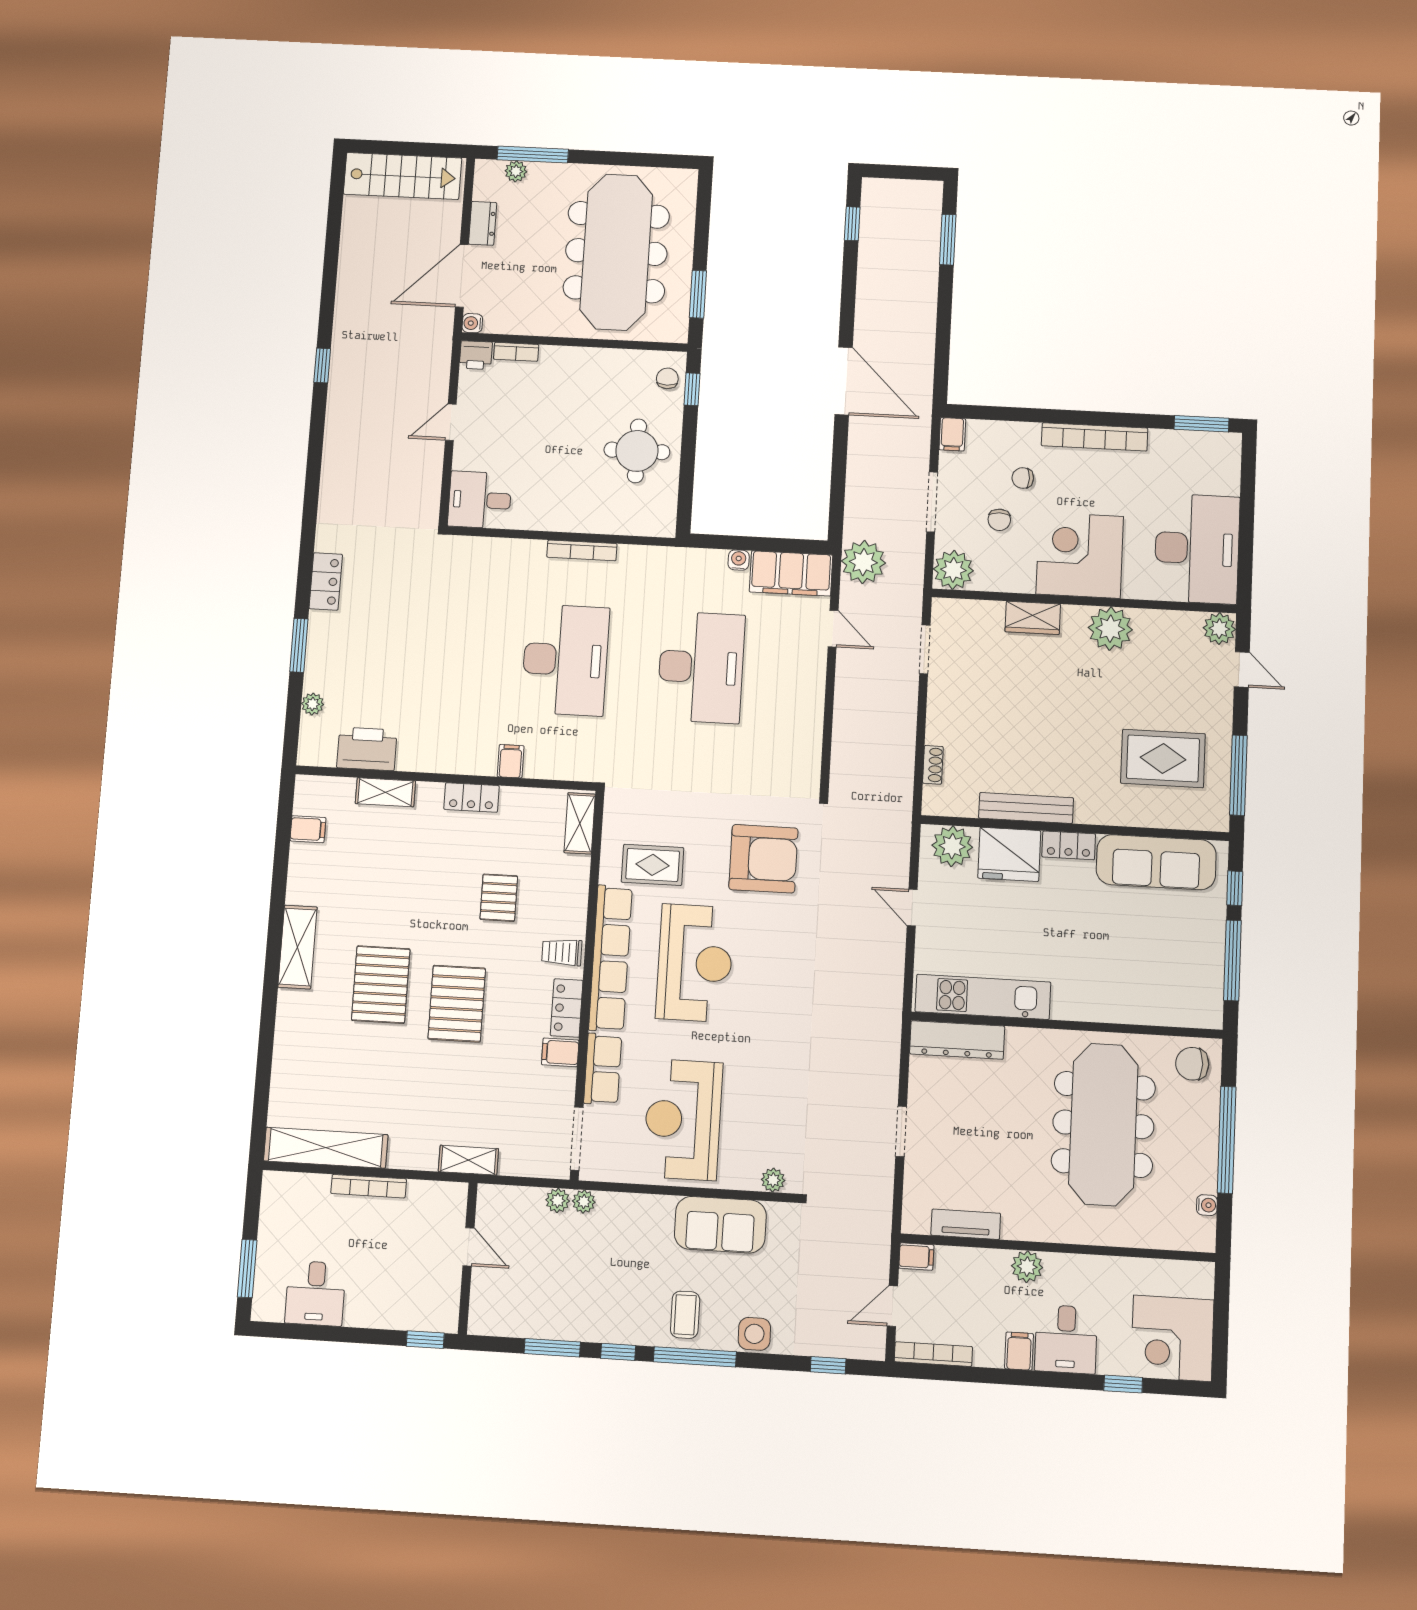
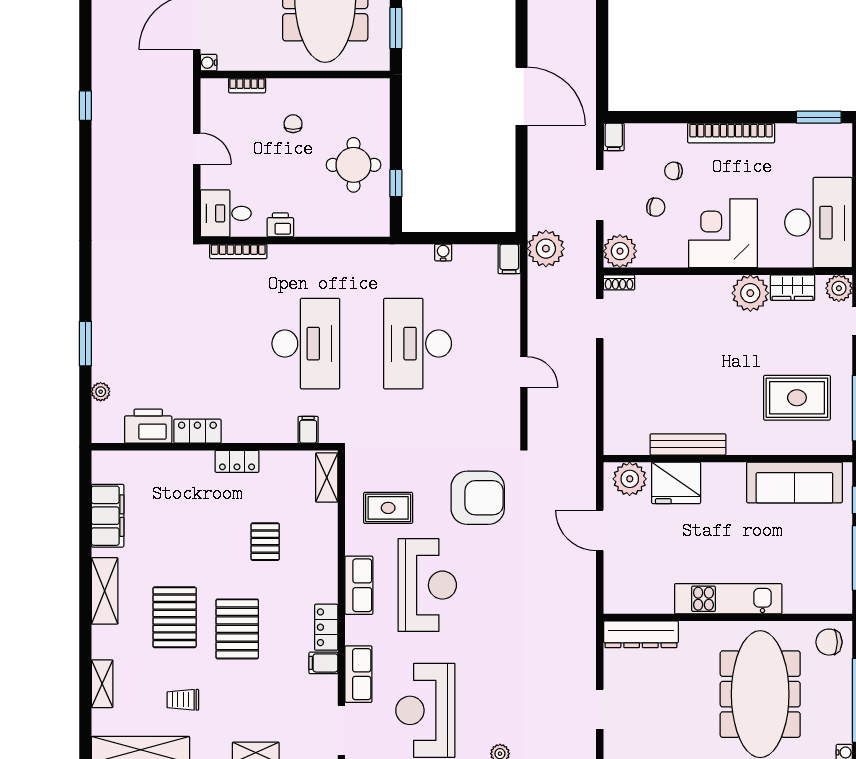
printer: (476, 355) -> (280, 225), moved, turned 180
chair: (667, 378) -> (293, 124), moved
window: (692, 389) -> (396, 183), moved
door: (451, 422) -> (197, 149), swing flipped
chair: (999, 520) -> (656, 207), turned -81
bookcase: (582, 550) -> (238, 251), moved
filing cabinet: (791, 573) -> (509, 259), width x0.33, depth x0.86
locker: (326, 581) -> (197, 431), moved, turned -90
wardrobe: (1033, 618) -> (793, 288), moved
door: (833, 629) -> (524, 372), moved
desk: (701, 667) -> (418, 344), turned 180
filing cabinet: (511, 761) -> (308, 430), moved
shoe rack: (933, 765) -> (619, 282), moved, turned 90
shelving: (385, 792) -> (102, 684), moved, turned 90
filing cabinet: (308, 829) -> (108, 516), width x3.00, depth x1.17
locker: (1069, 845) -> (724, 473), removed
door: (912, 908) -> (600, 530), width x1.38
trolley: (562, 952) -> (183, 700), moved
row of seats: (610, 958) -> (359, 585), width x0.50
kitchen unit: (983, 997) -> (728, 599), moved

